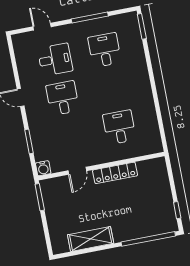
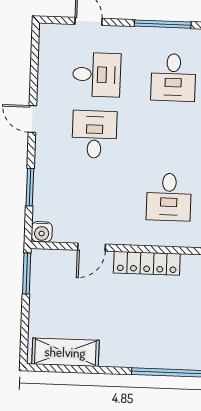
desk: (105, 50) -> (173, 77), turned 180
desk: (119, 127) -> (169, 197), turned 180
shelving: (91, 239) -> (65, 352), moved

